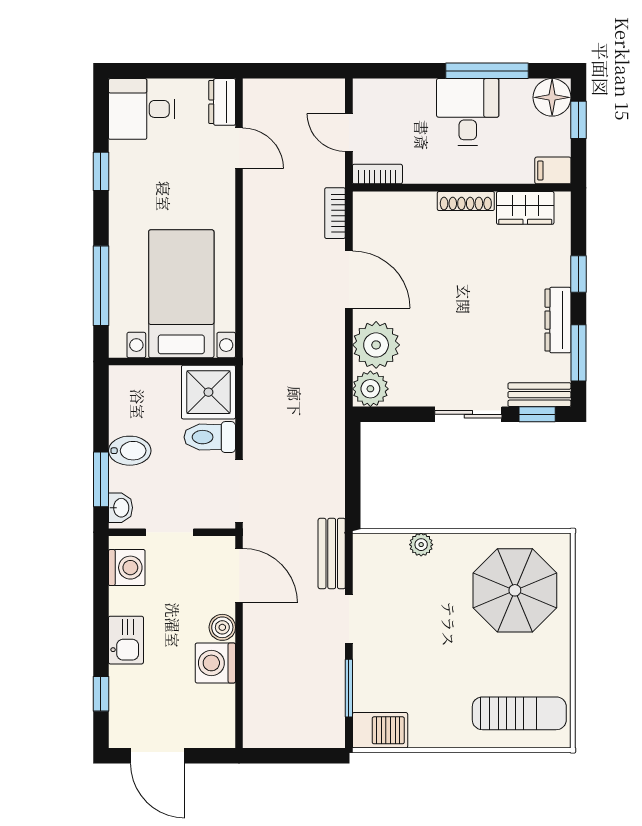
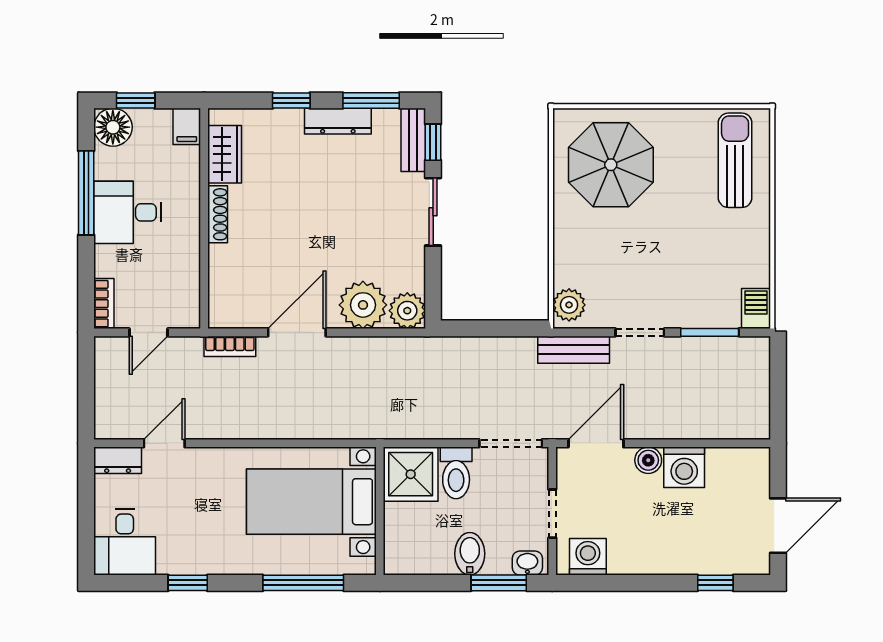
bookcase: (377, 174) -> (104, 304), moved, turned 180
plant: (421, 545) -> (569, 305), moved, width x1.38, depth x1.38
kitchen sink: (126, 640) -> (661, 558), removed
barbecue: (380, 730) -> (756, 309), width x0.73, depth x0.79

